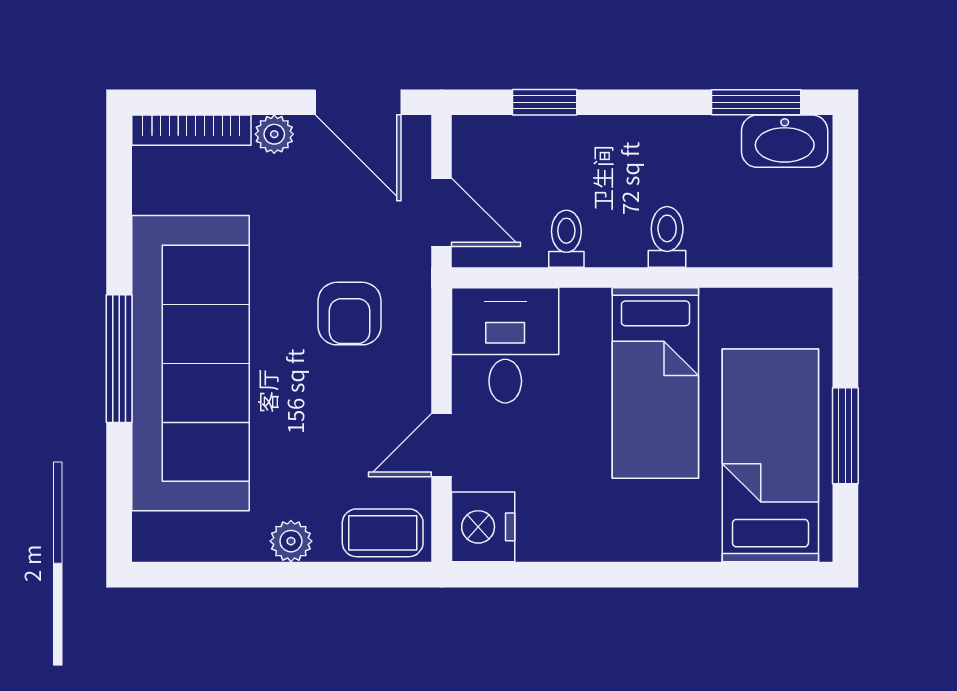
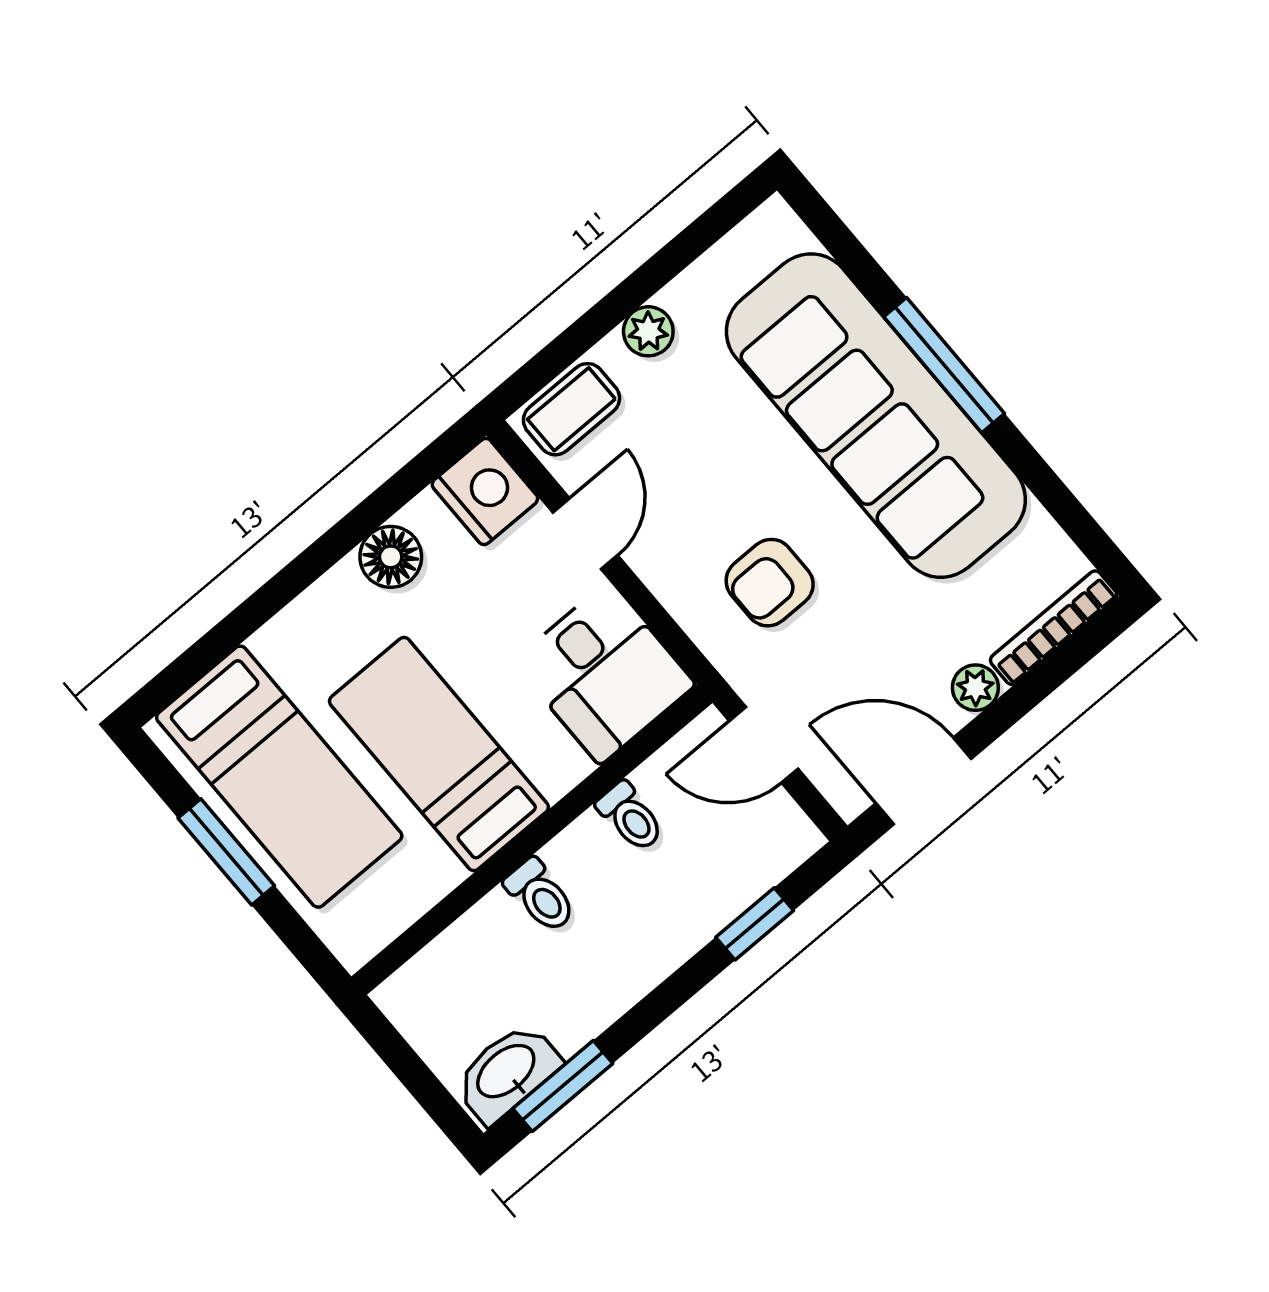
armchair: (350, 314) -> (770, 583), turned -90
floor lamp: (579, 536) -> (391, 557), added

